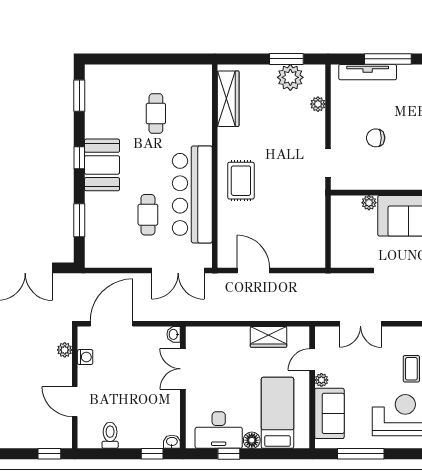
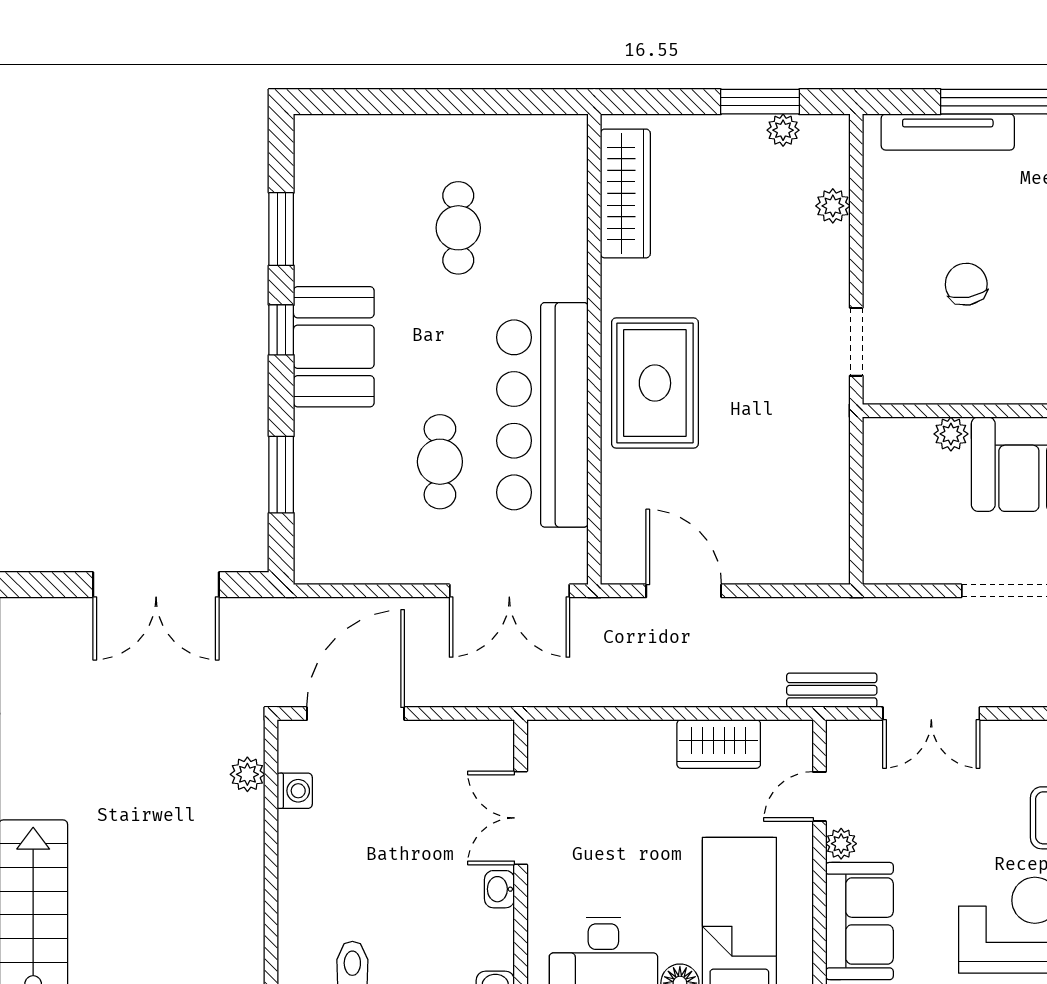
plant: (290, 77) -> (783, 130), width x0.53, depth x0.53
window: (79, 96) -> (281, 229), moved
chair: (376, 138) -> (966, 284), turned 80
rug: (241, 181) -> (655, 383), width x1.36, depth x1.43
bench: (317, 314) -> (832, 690), added
washbasin: (174, 334) -> (499, 889), moved
door: (75, 402) -> (271, 894), removed

